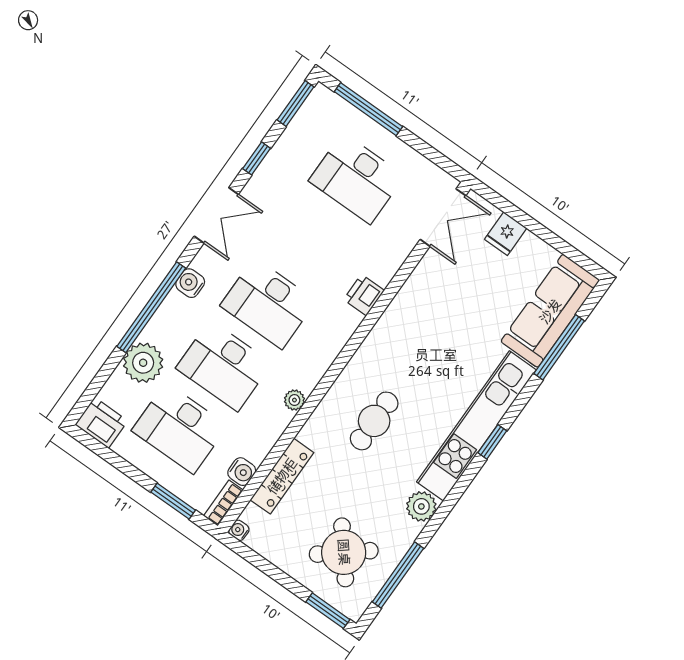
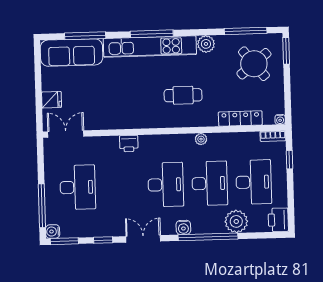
window: (492, 442) -> (152, 34), width x2.17
water cooler: (242, 472) -> (53, 232), moved, turned -90
window: (173, 501) -> (289, 160), width x0.67

